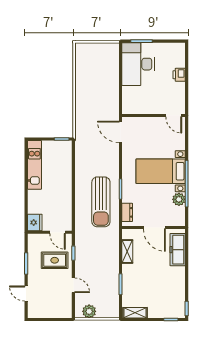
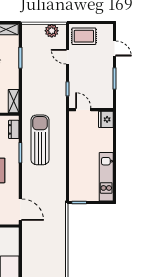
shelving: (127, 252) -> (14, 101), moved
rug: (55, 260) -> (84, 36), moved

